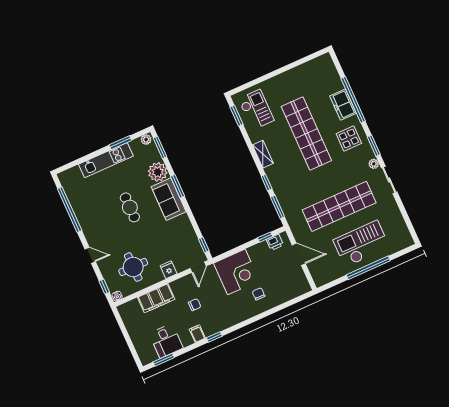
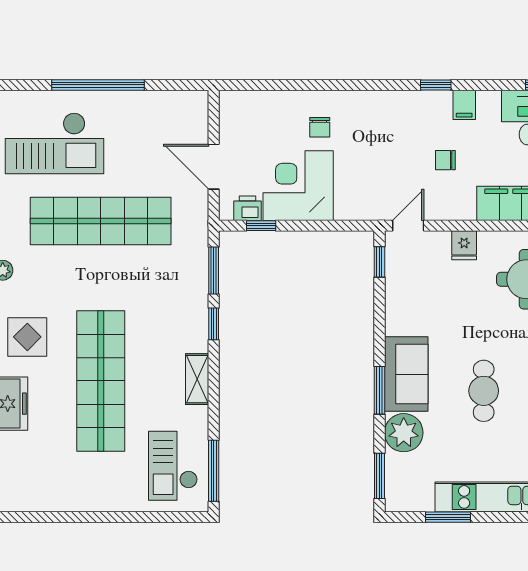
window: (237, 116) -> (214, 471), width x1.44
plant: (146, 139) -> (398, 502), removed
checkout: (361, 244) -> (54, 143), moved
corner desk: (236, 272) -> (298, 186), moved

